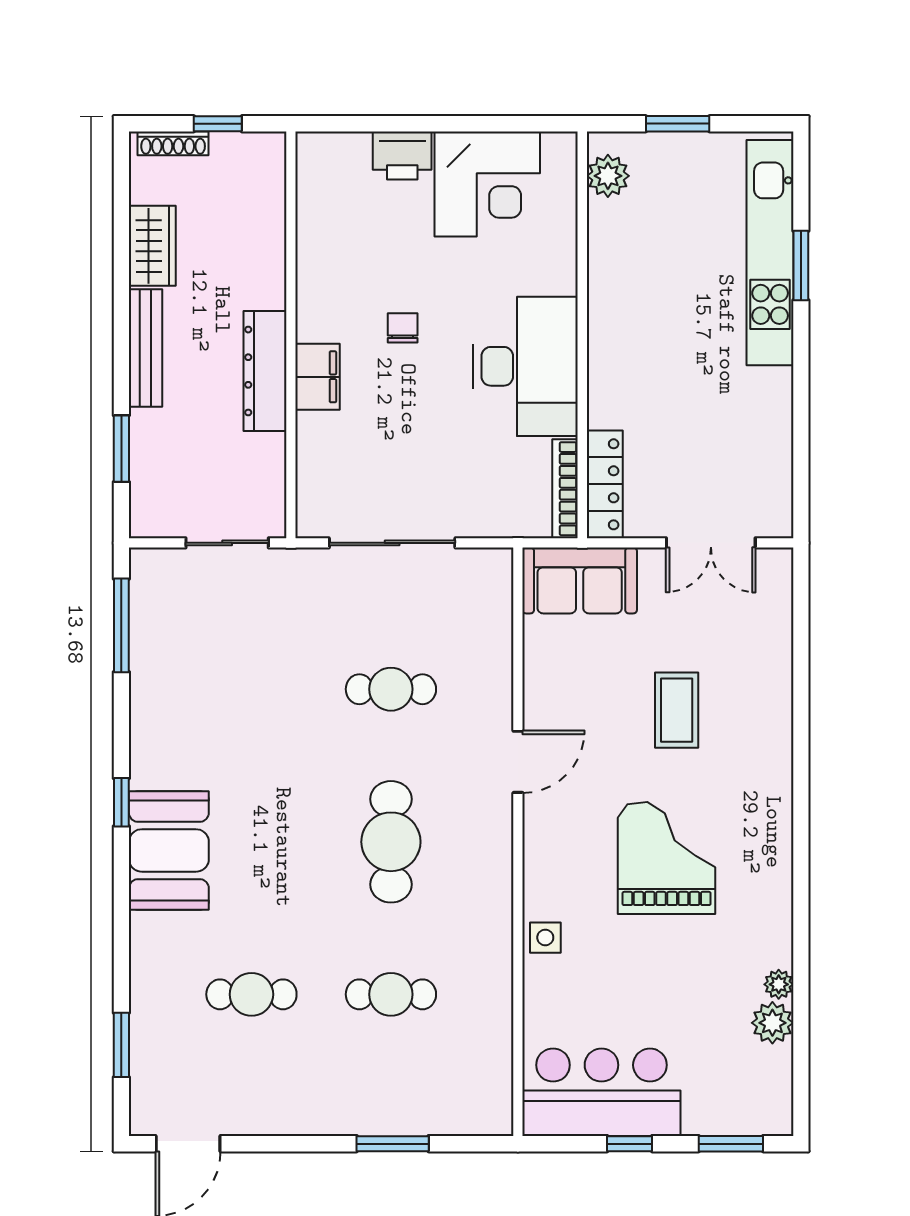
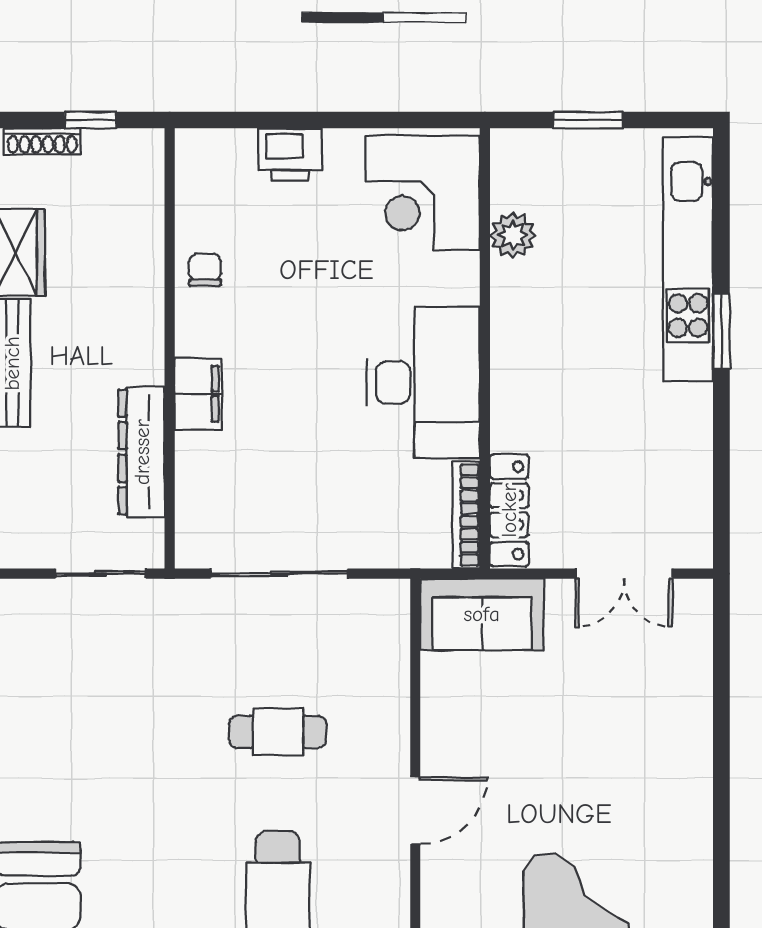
plant: (608, 176) -> (513, 235), moved
corner desk: (487, 184) -> (423, 193), moved, turned 90
window: (801, 265) -> (721, 331), moved
chair: (403, 328) -> (205, 270), moved
dresser: (265, 371) -> (142, 452), moved
coffee table: (677, 710) -> (587, 755), removed

